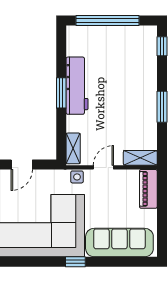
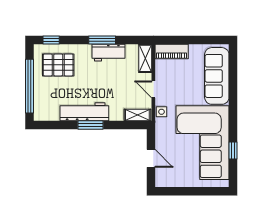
pallet: (132, 55) -> (58, 65), added
workbench: (147, 114) -> (108, 53), added
window: (75, 262) -> (233, 151), moved

